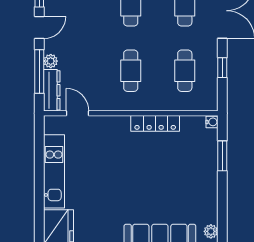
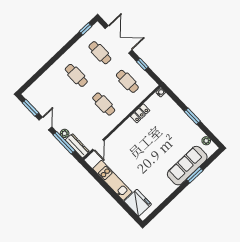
door: (78, 113) -> (98, 145), swing flipped
locker: (155, 123) -> (140, 113), width x0.66
window: (222, 156) -> (192, 116), moved

